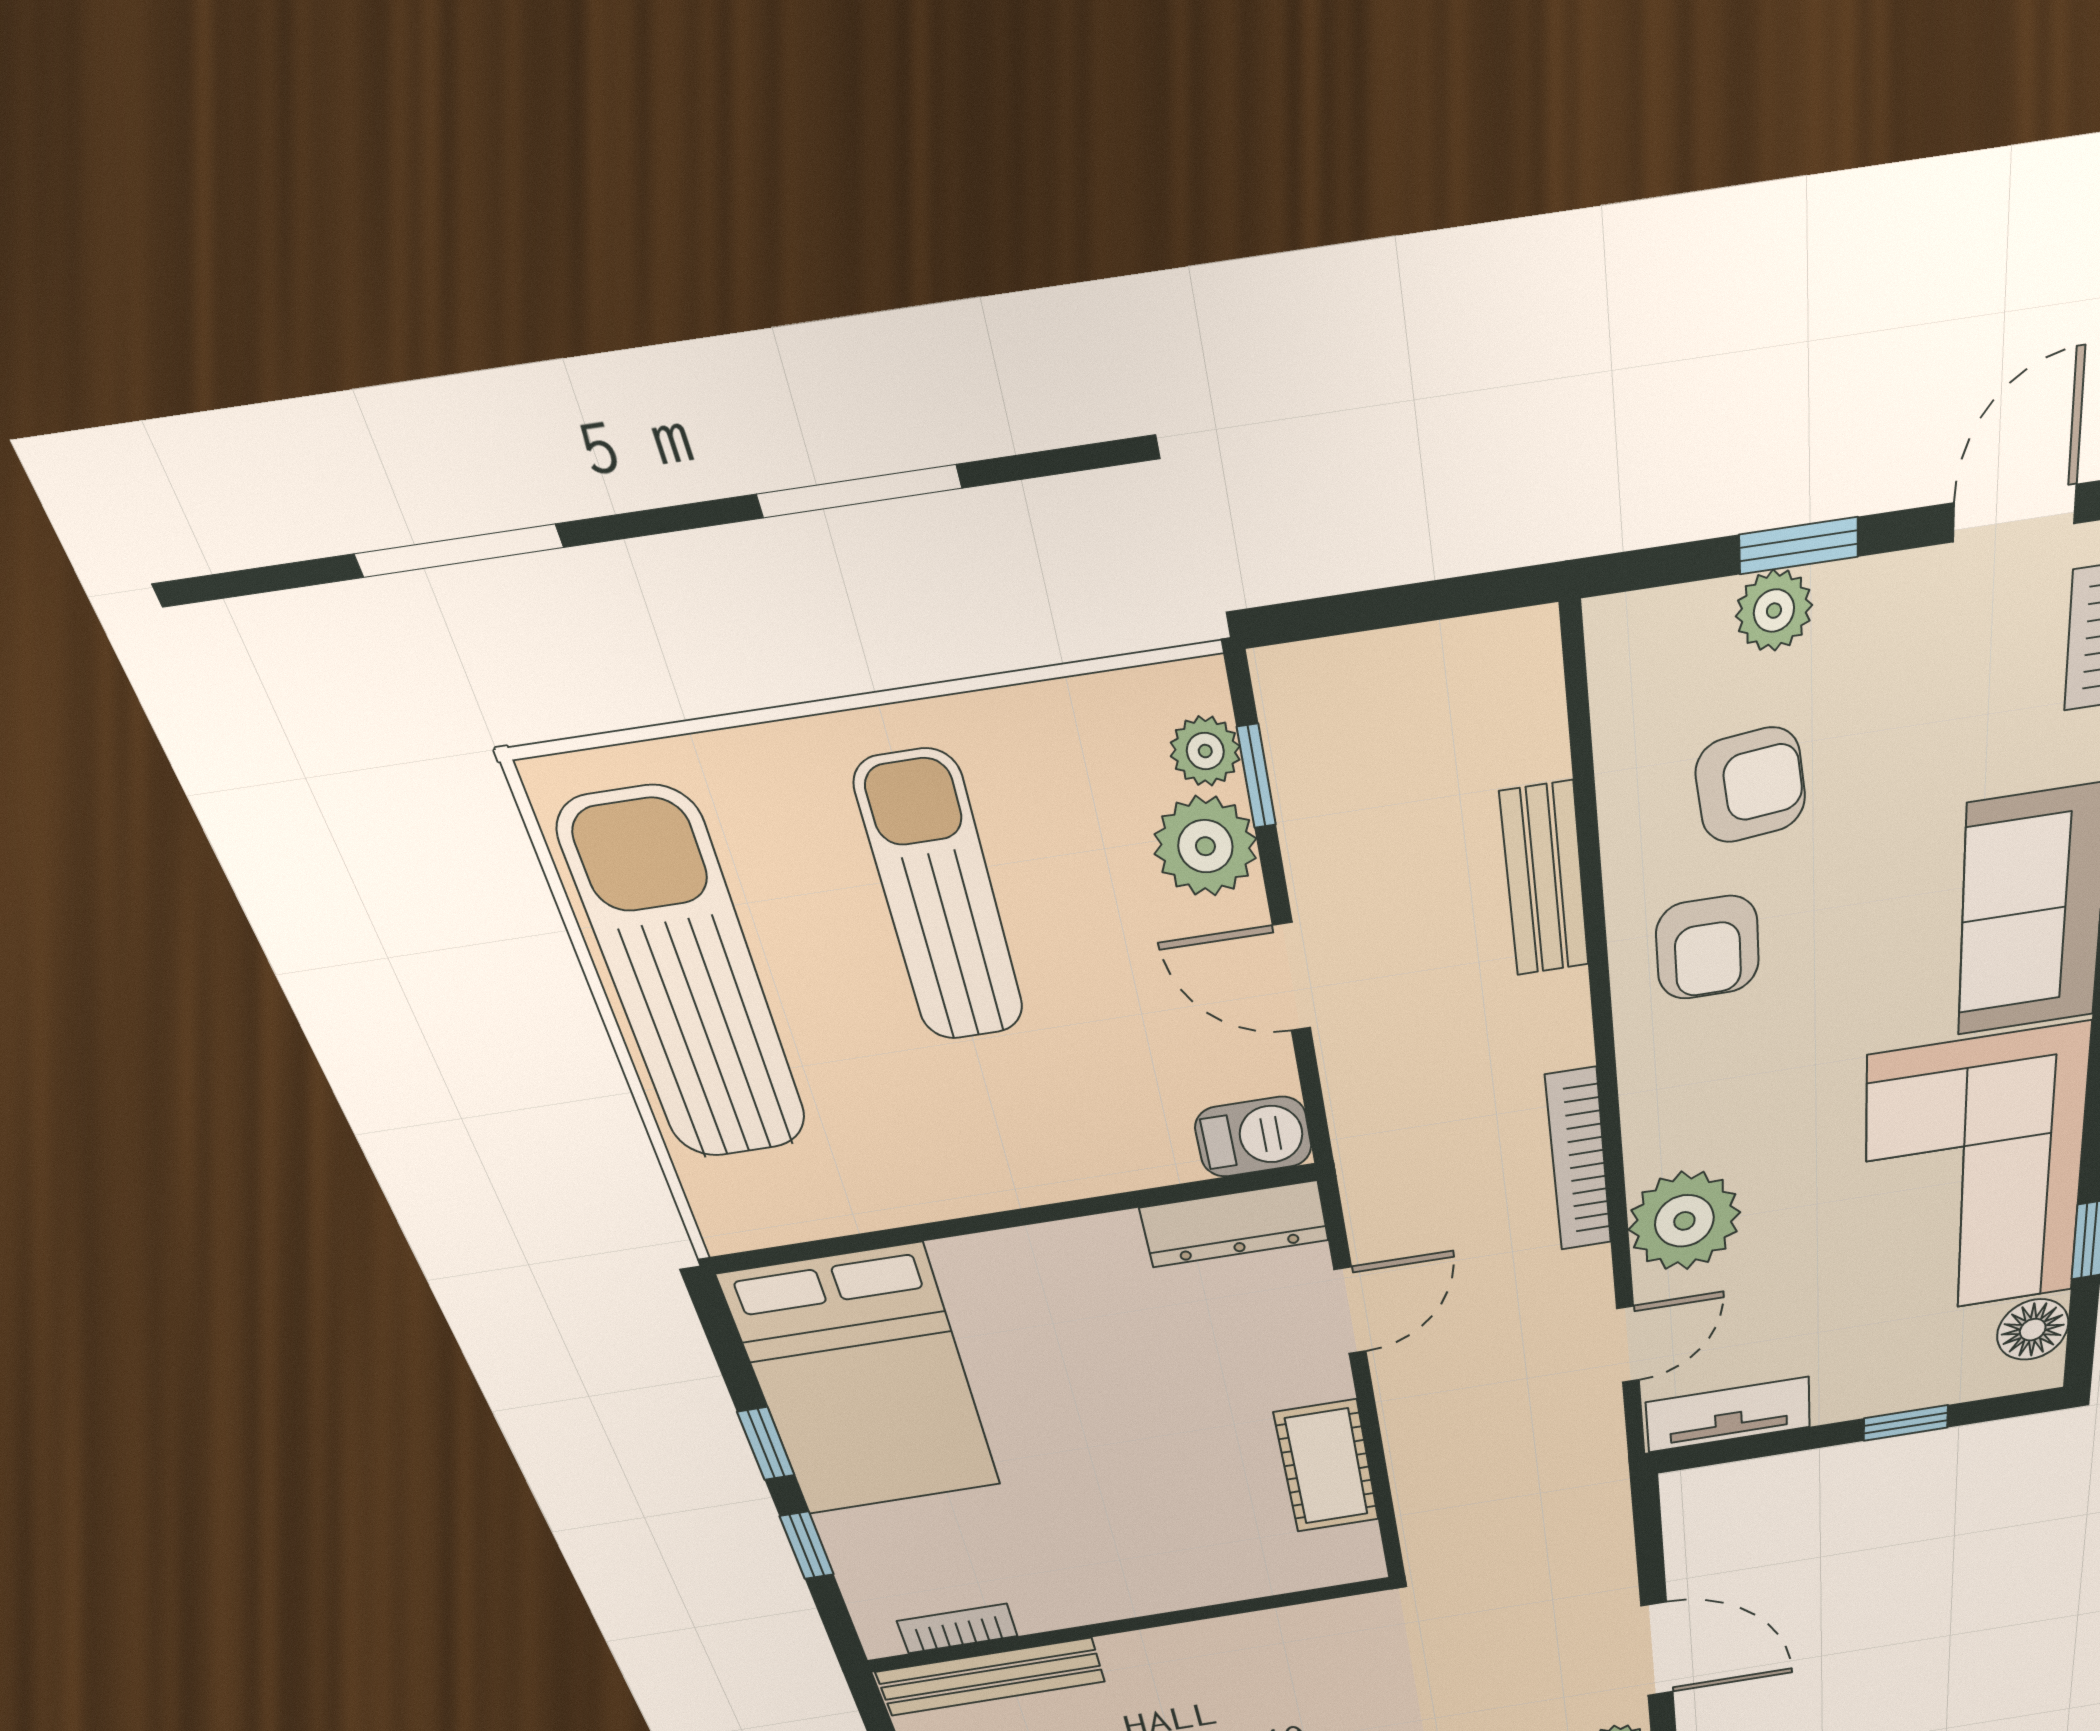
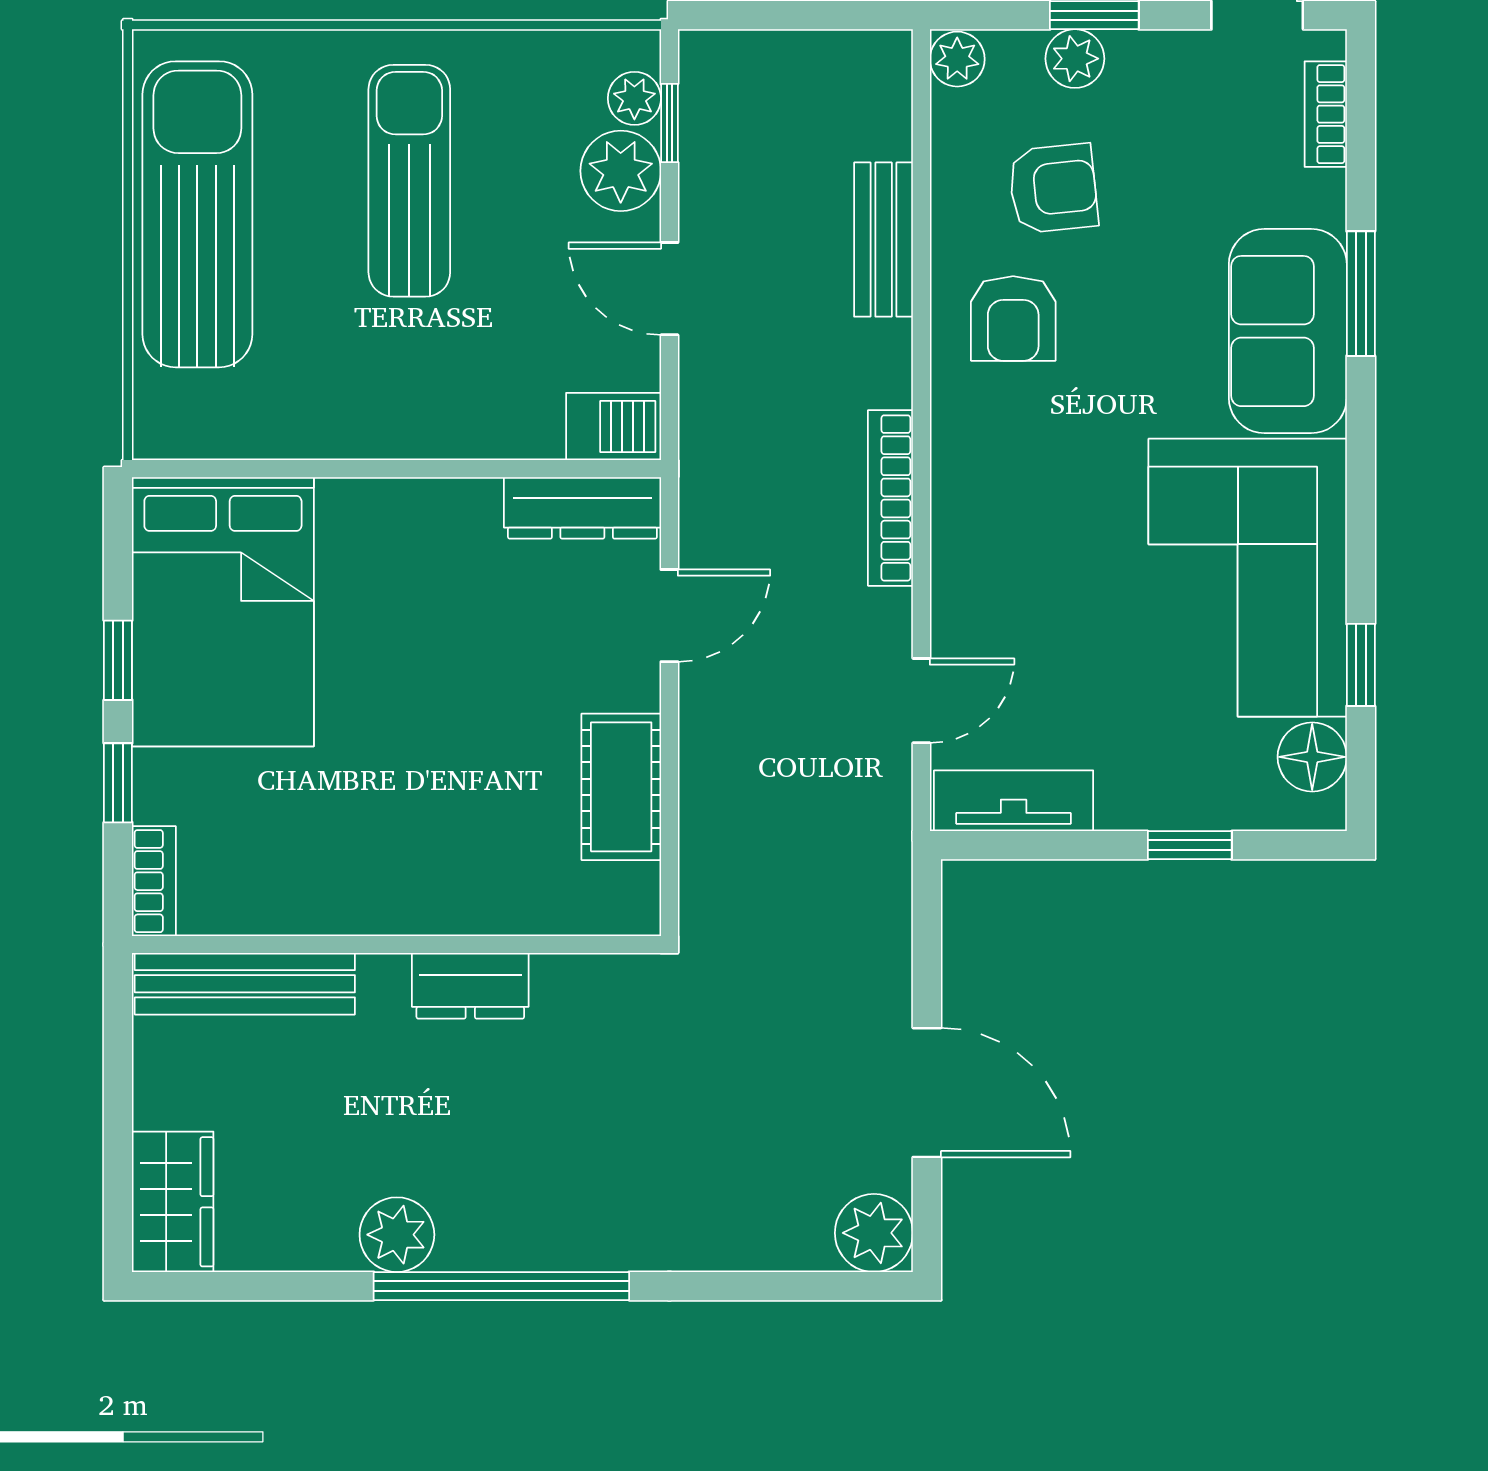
plant: (1684, 1221) -> (957, 59), moved, width x0.53, depth x0.53
bookcase: (957, 1629) -> (154, 881), moved, turned 90
dresser: (1210, 1643) -> (470, 986), added

